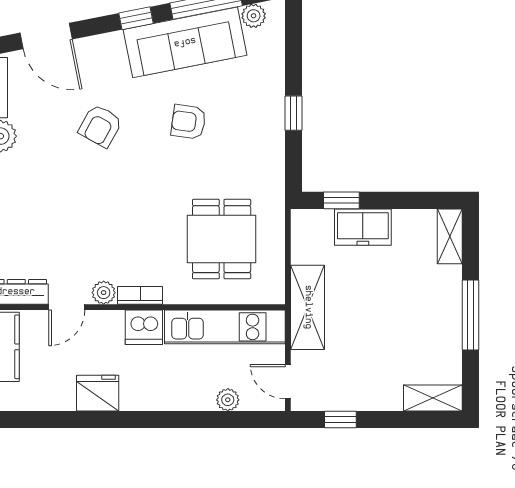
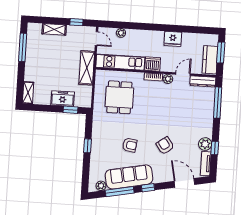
armchair: (100, 126) -> (165, 146), turned -65
window: (470, 315) -> (23, 47), moved
shelving: (433, 398) -> (54, 29), moved

